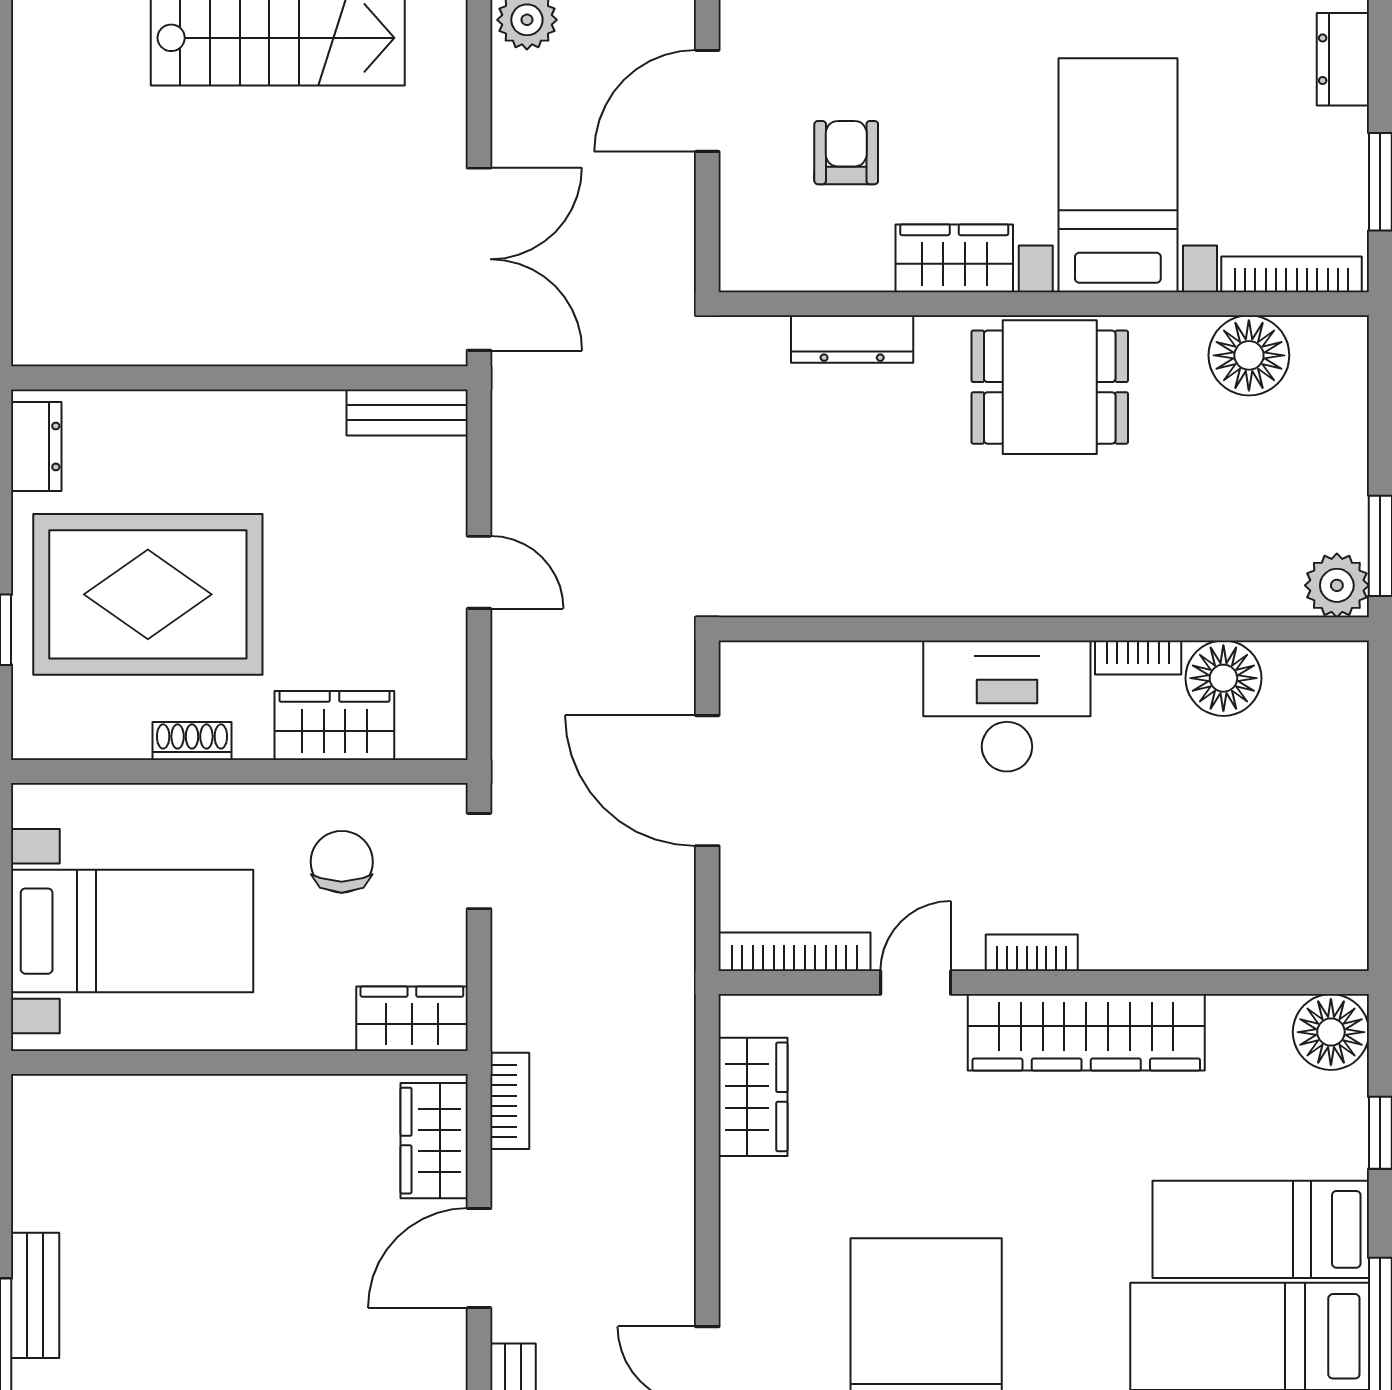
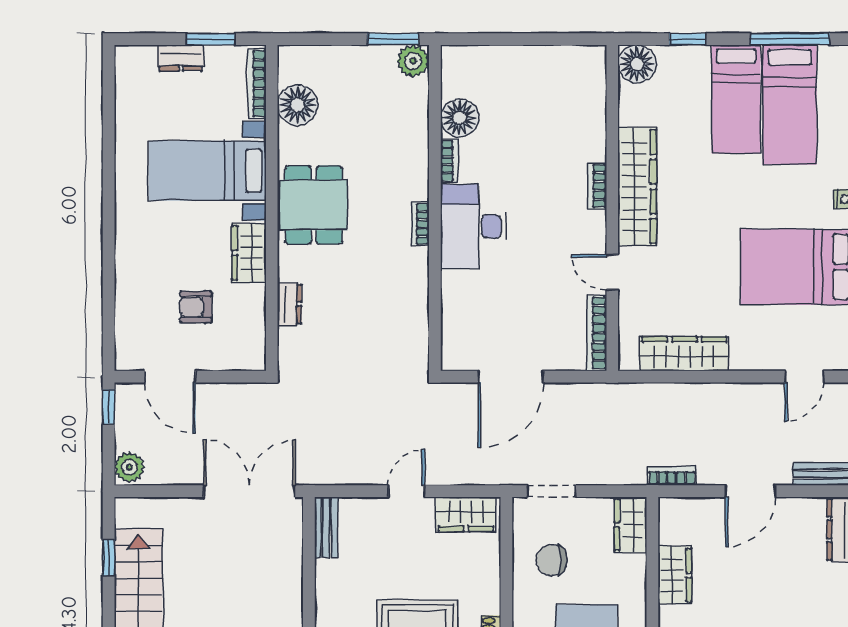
dresser: (1343, 59) -> (181, 58), moved
dresser: (852, 339) -> (289, 304), width x0.70
bookcase: (1012, 600) -> (420, 224), added
wardrobe: (334, 725) -> (466, 514), moved, turned -90
bookcase: (1032, 953) -> (597, 186), moved
wardrobe: (753, 1097) -> (684, 354), width x1.50
wardrobe: (434, 1141) -> (675, 575), moved, turned -90
door: (479, 1258) -> (750, 491), hinge flipped

